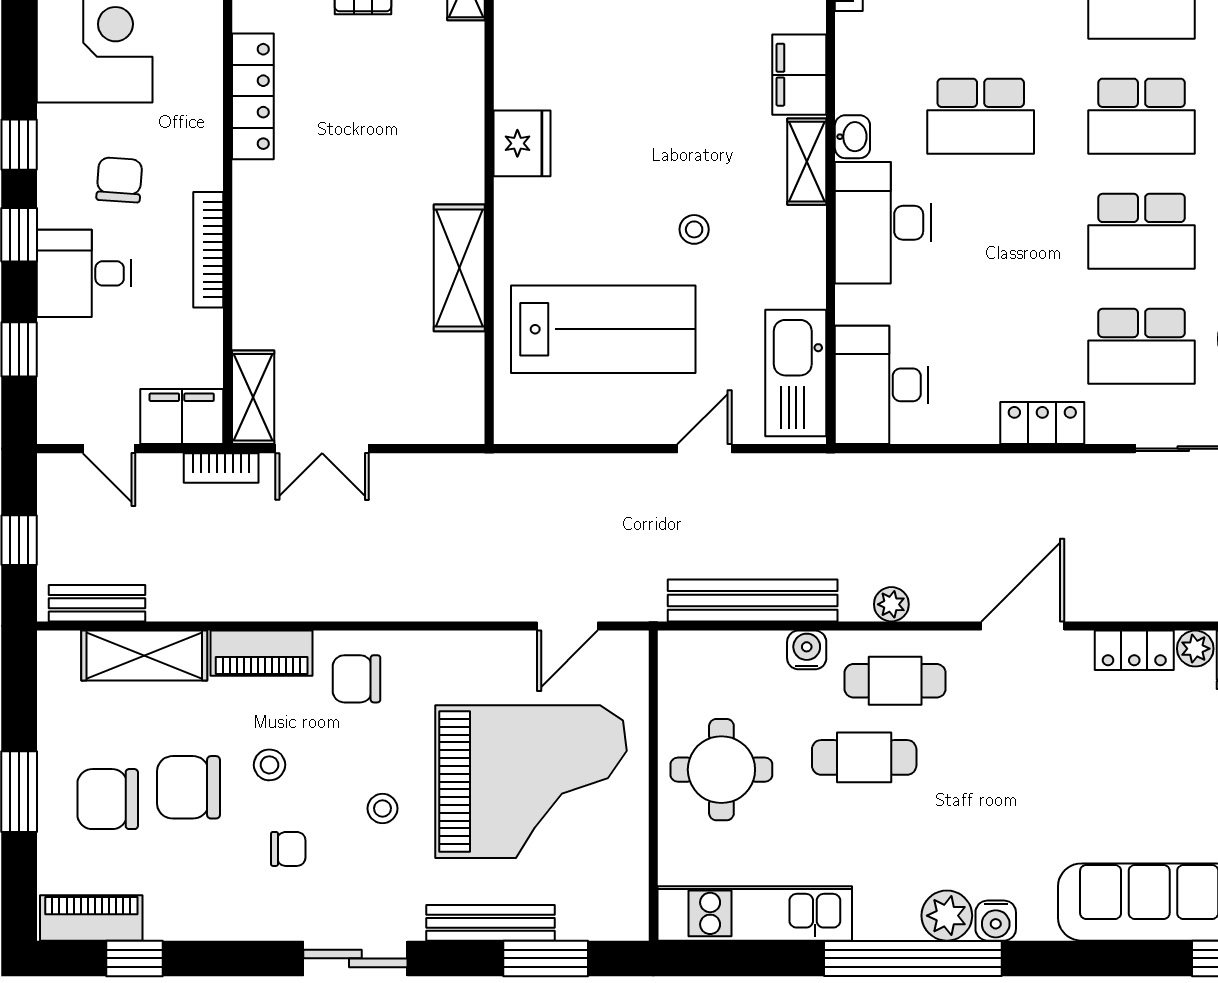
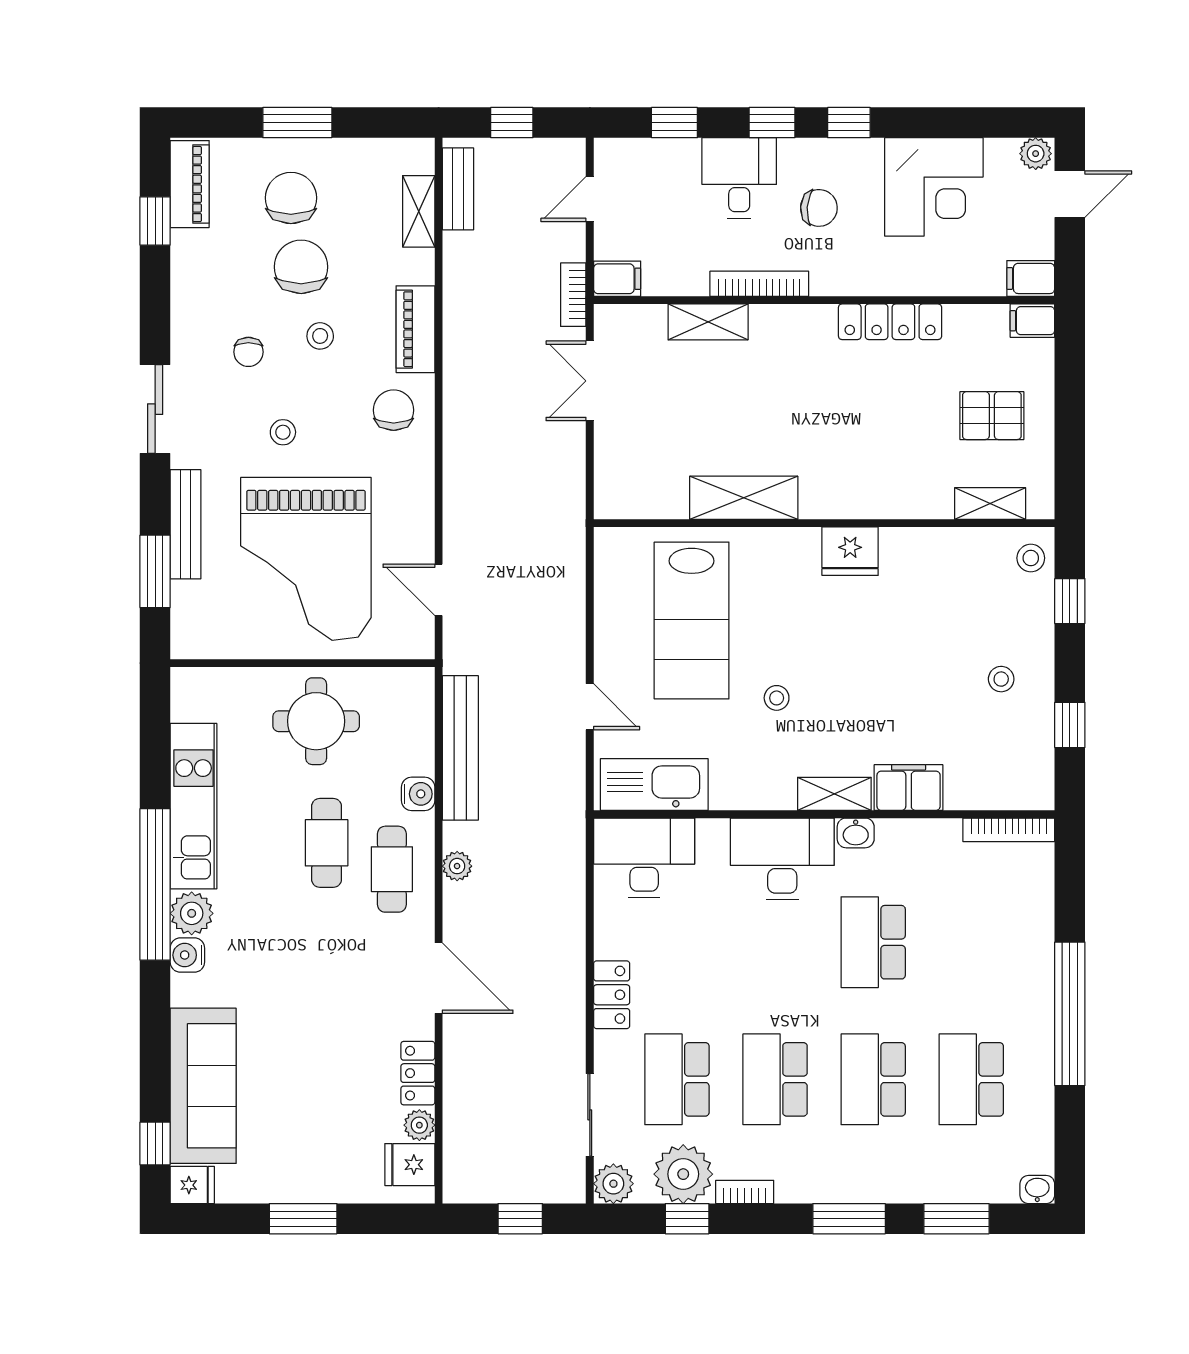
shelving: (253, 397) -> (708, 322), moved
filing cabinet: (182, 417) -> (617, 279), width x0.50
shelving: (144, 656) -> (419, 211), width x0.67, depth x0.75
kitchen unit: (755, 913) -> (194, 806), moved

